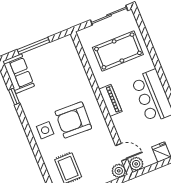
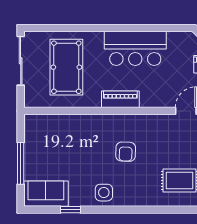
armchair: (73, 120) -> (126, 152), width x0.53, depth x0.53
side table: (45, 130) -> (104, 193), moved

